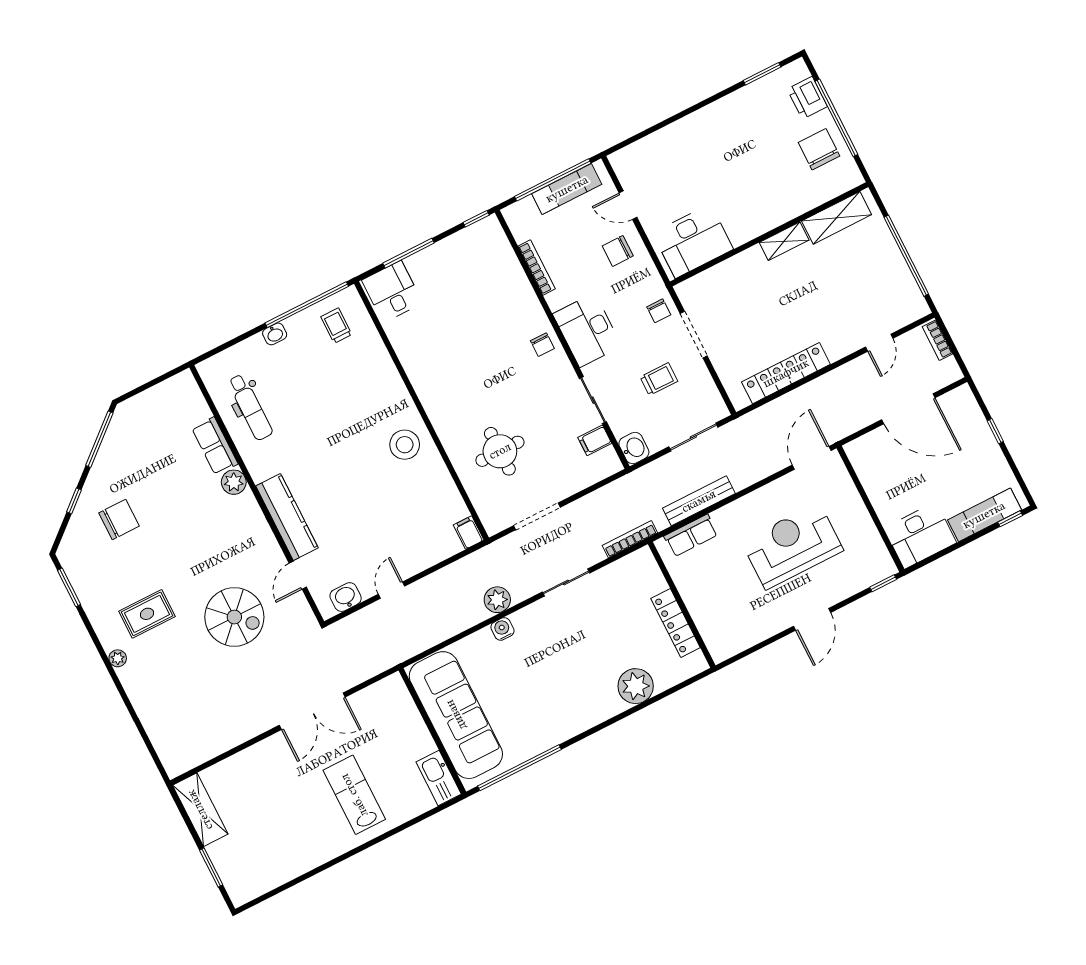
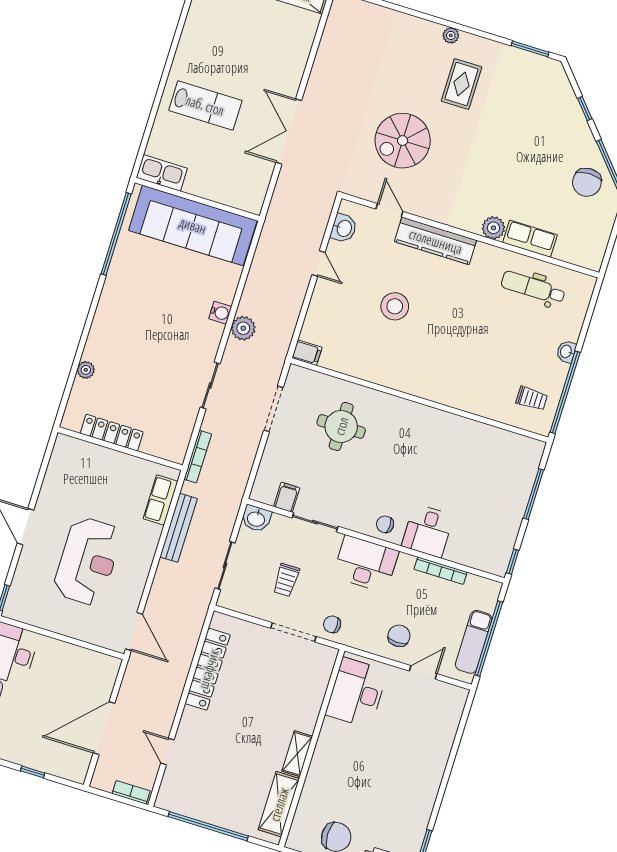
desk: (392, 291) -> (428, 531), moved, turned 90
stool: (405, 445) -> (395, 306), moved
chair: (119, 519) -> (587, 182), moved
plant: (636, 686) -> (86, 370), width x0.53, depth x0.53

